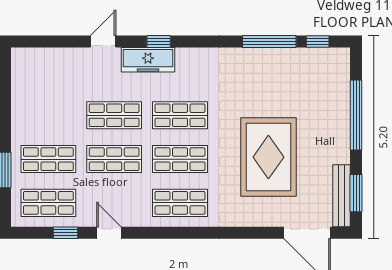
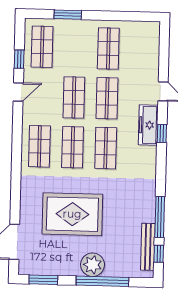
plant: (335, 129) -> (93, 265), added
shop shelf: (48, 159) -> (108, 49), moved
bench: (341, 196) -> (148, 247), moved, turned 90

